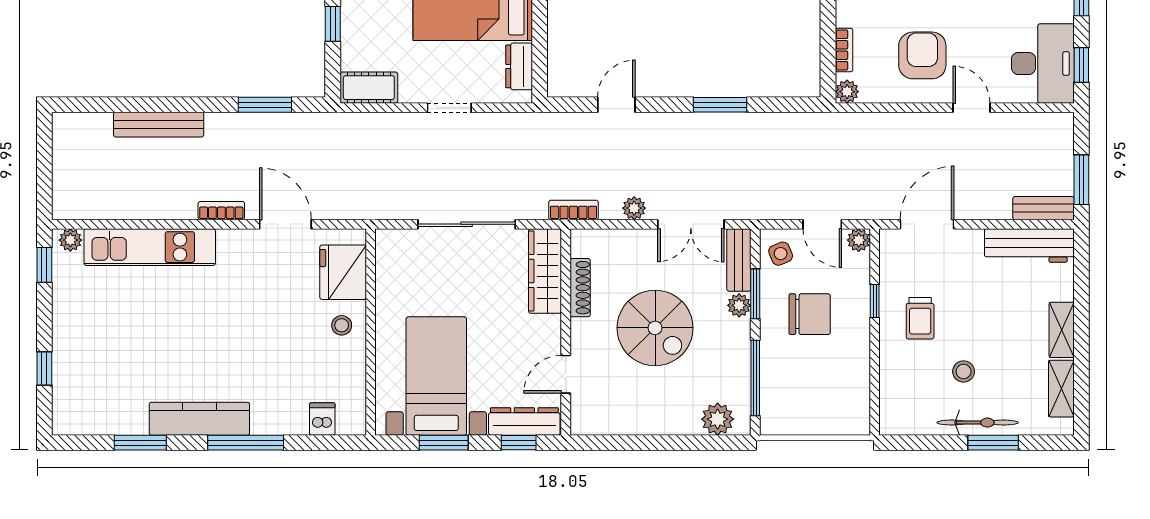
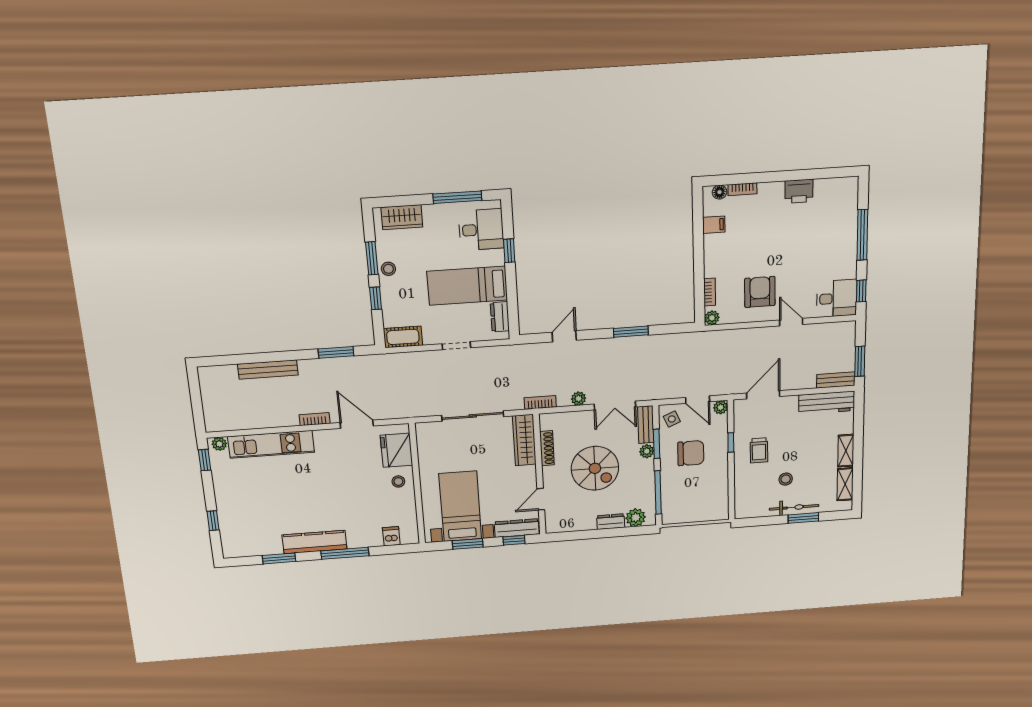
desk: (1043, 63) -> (837, 298), width x0.73
dresser: (677, 423) -> (611, 522), added

